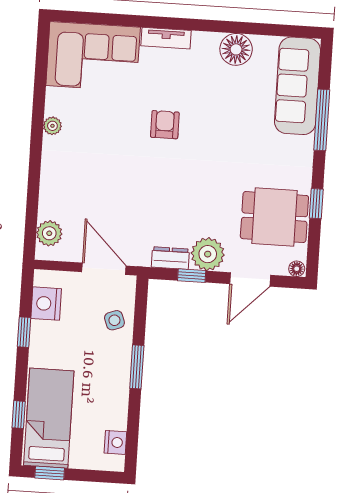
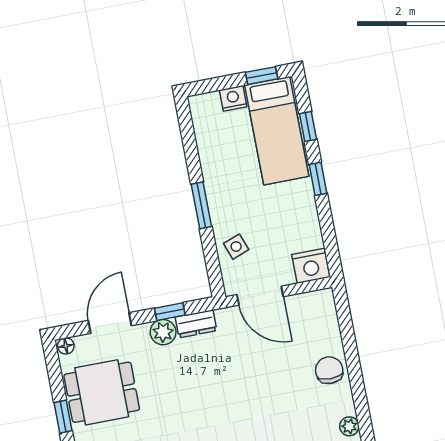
chair: (58, 183) -> (329, 370), added
plant: (49, 233) -> (325, 317), removed
plant: (208, 254) -> (163, 332), width x0.73, depth x0.73
nightstand: (46, 304) -> (311, 266), moved, turned 90
window: (24, 332) -> (318, 179), moved
nightstand: (115, 442) -> (233, 98), moved, turned 90

